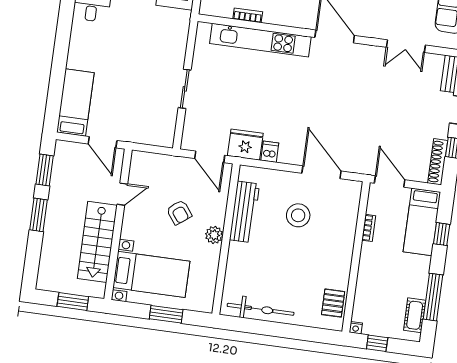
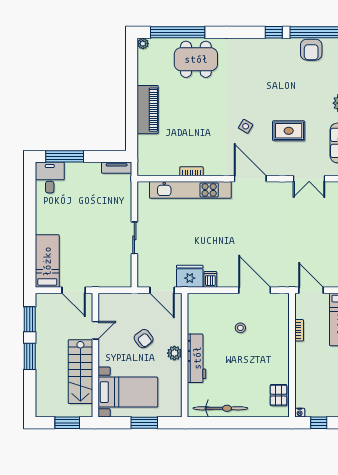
bookcase: (248, 15) -> (191, 171), moved
workbench: (244, 212) -> (197, 358), moved
stool: (298, 215) -> (240, 328), width x0.53, depth x0.53

